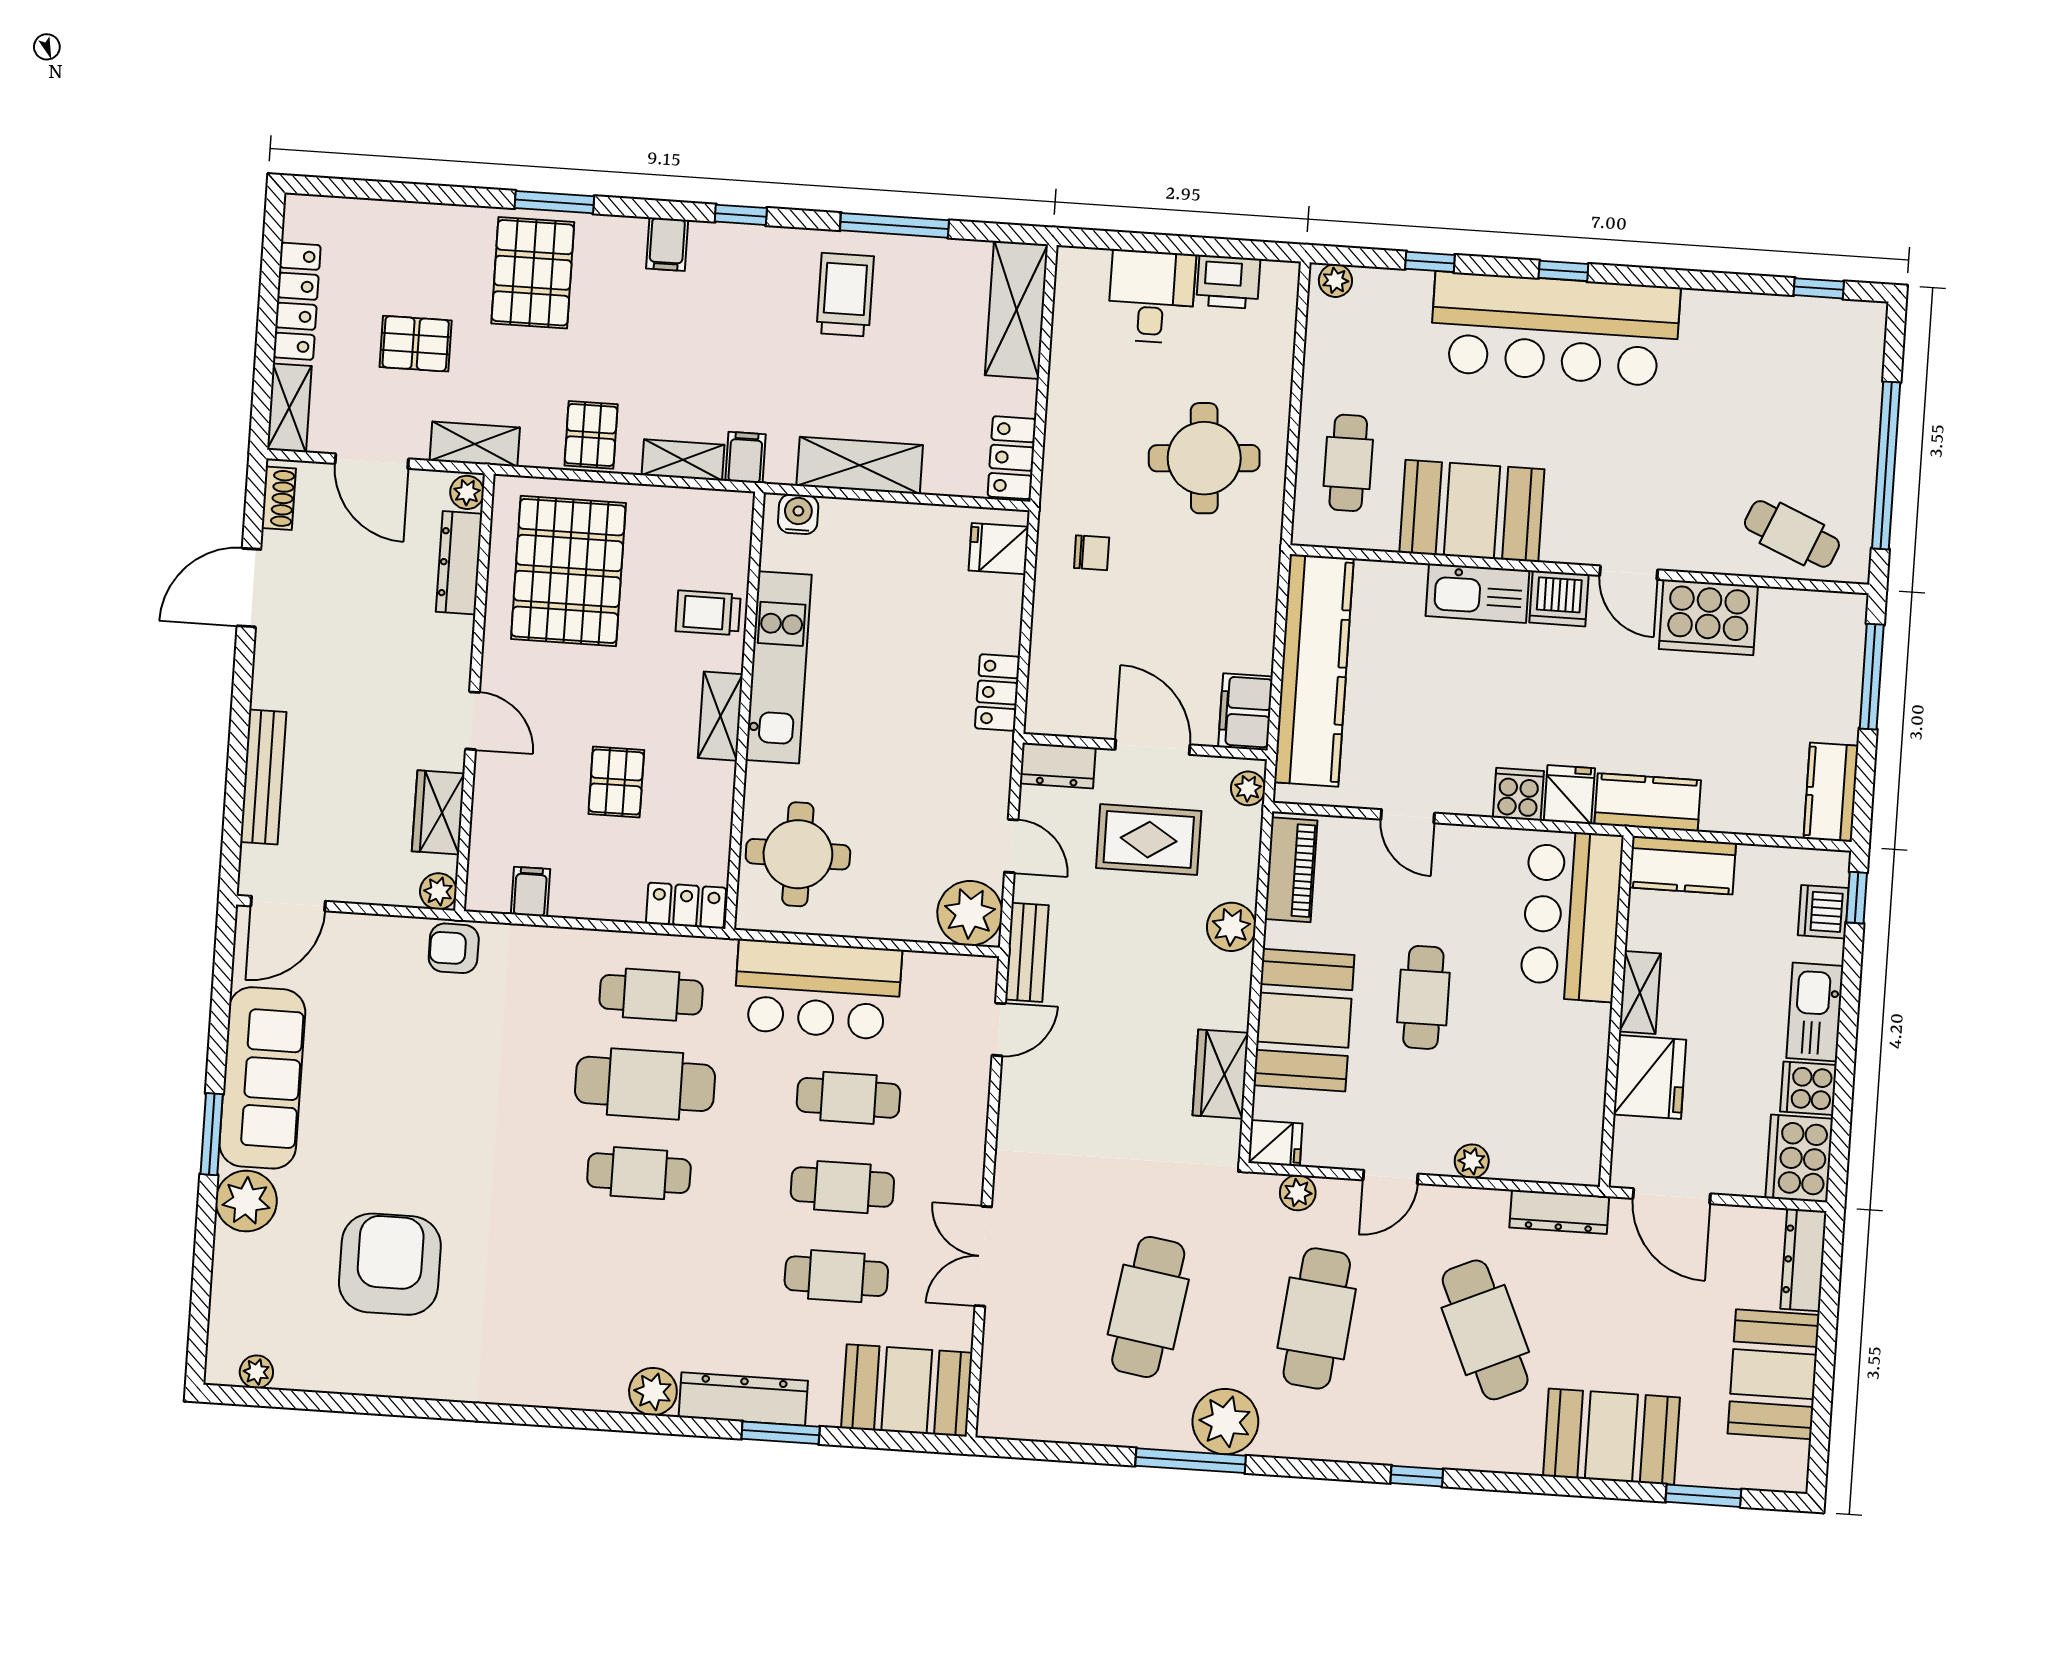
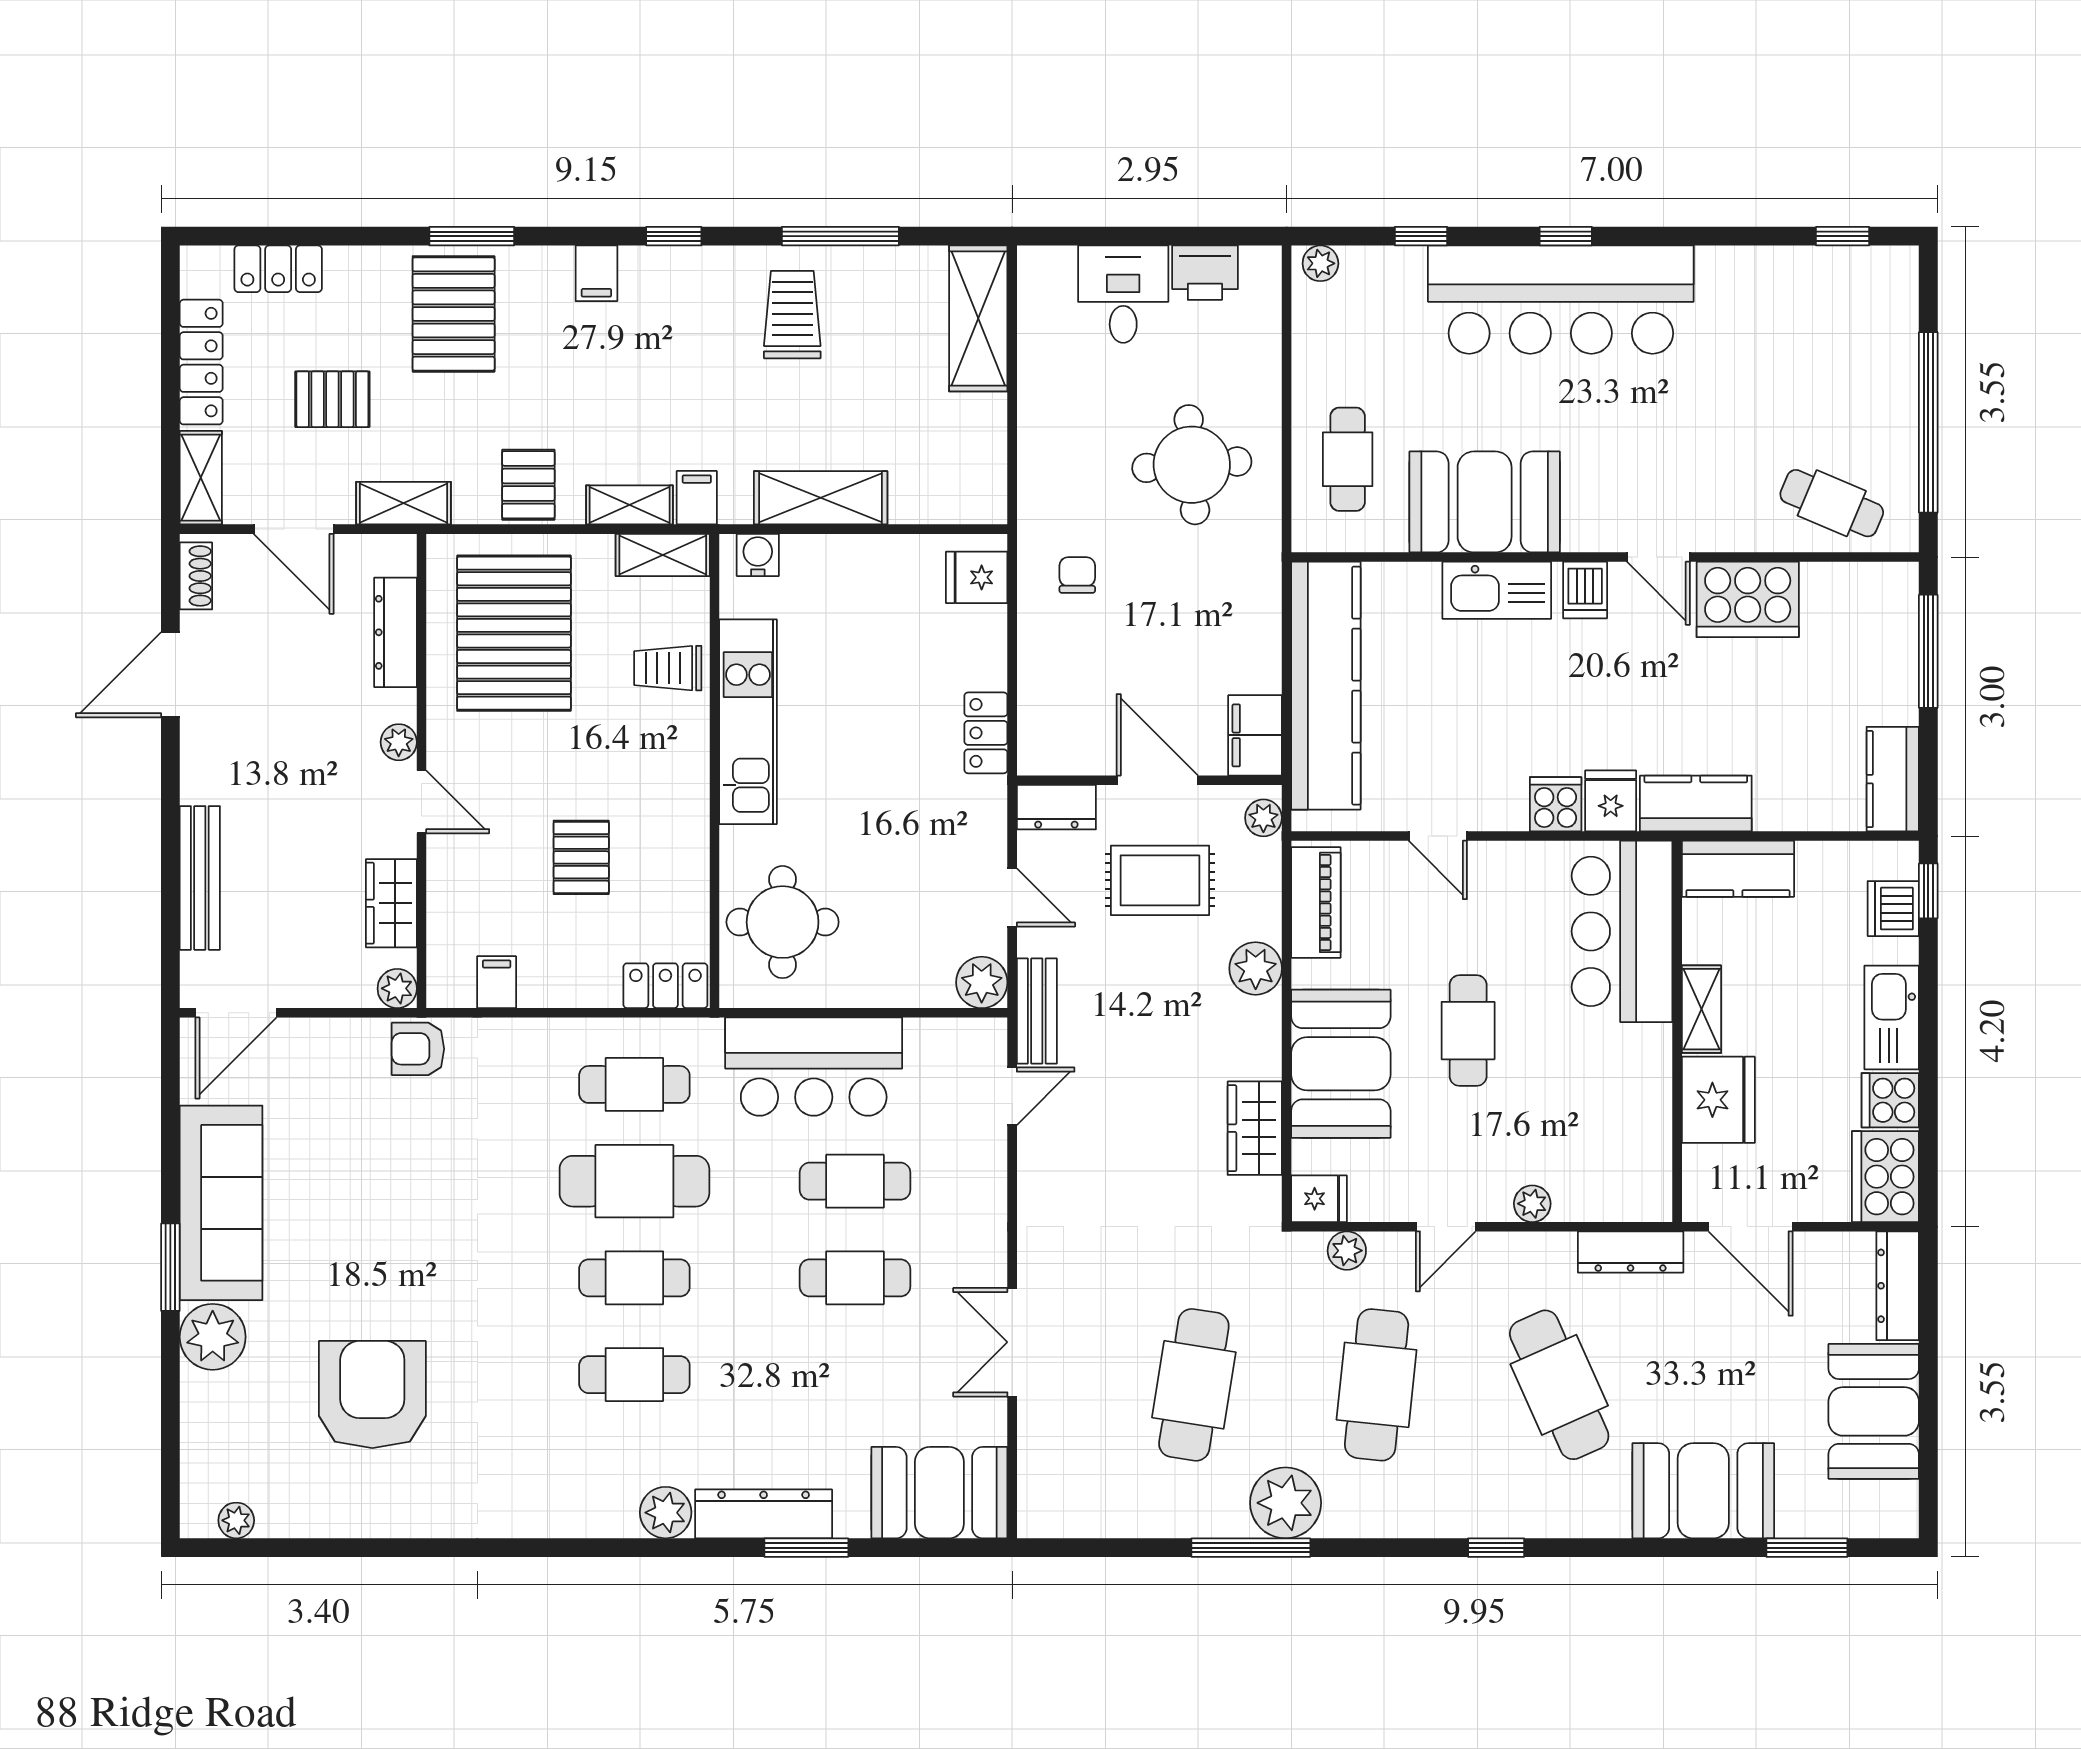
locker: (1012, 458) -> (278, 269), moved, turned -90
plant: (467, 492) -> (399, 742), moved
chair: (1092, 553) -> (1077, 575), turned -90
dishwasher: (1559, 599) -> (1585, 590), width x0.73
shelving: (720, 716) -> (663, 555), moved, turned 90
plant: (970, 913) -> (982, 982), width x0.73, depth x0.73
cafe table: (836, 1276) -> (634, 1375), moved

